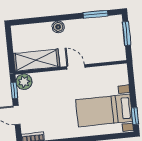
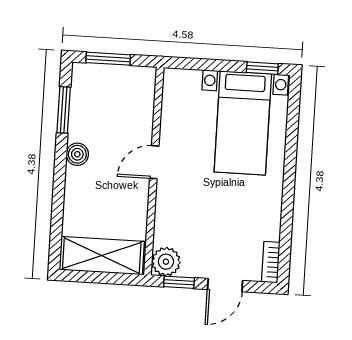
boiler: (58, 27) -> (77, 154), moved
shelving: (36, 60) -> (102, 256), moved, turned 90

